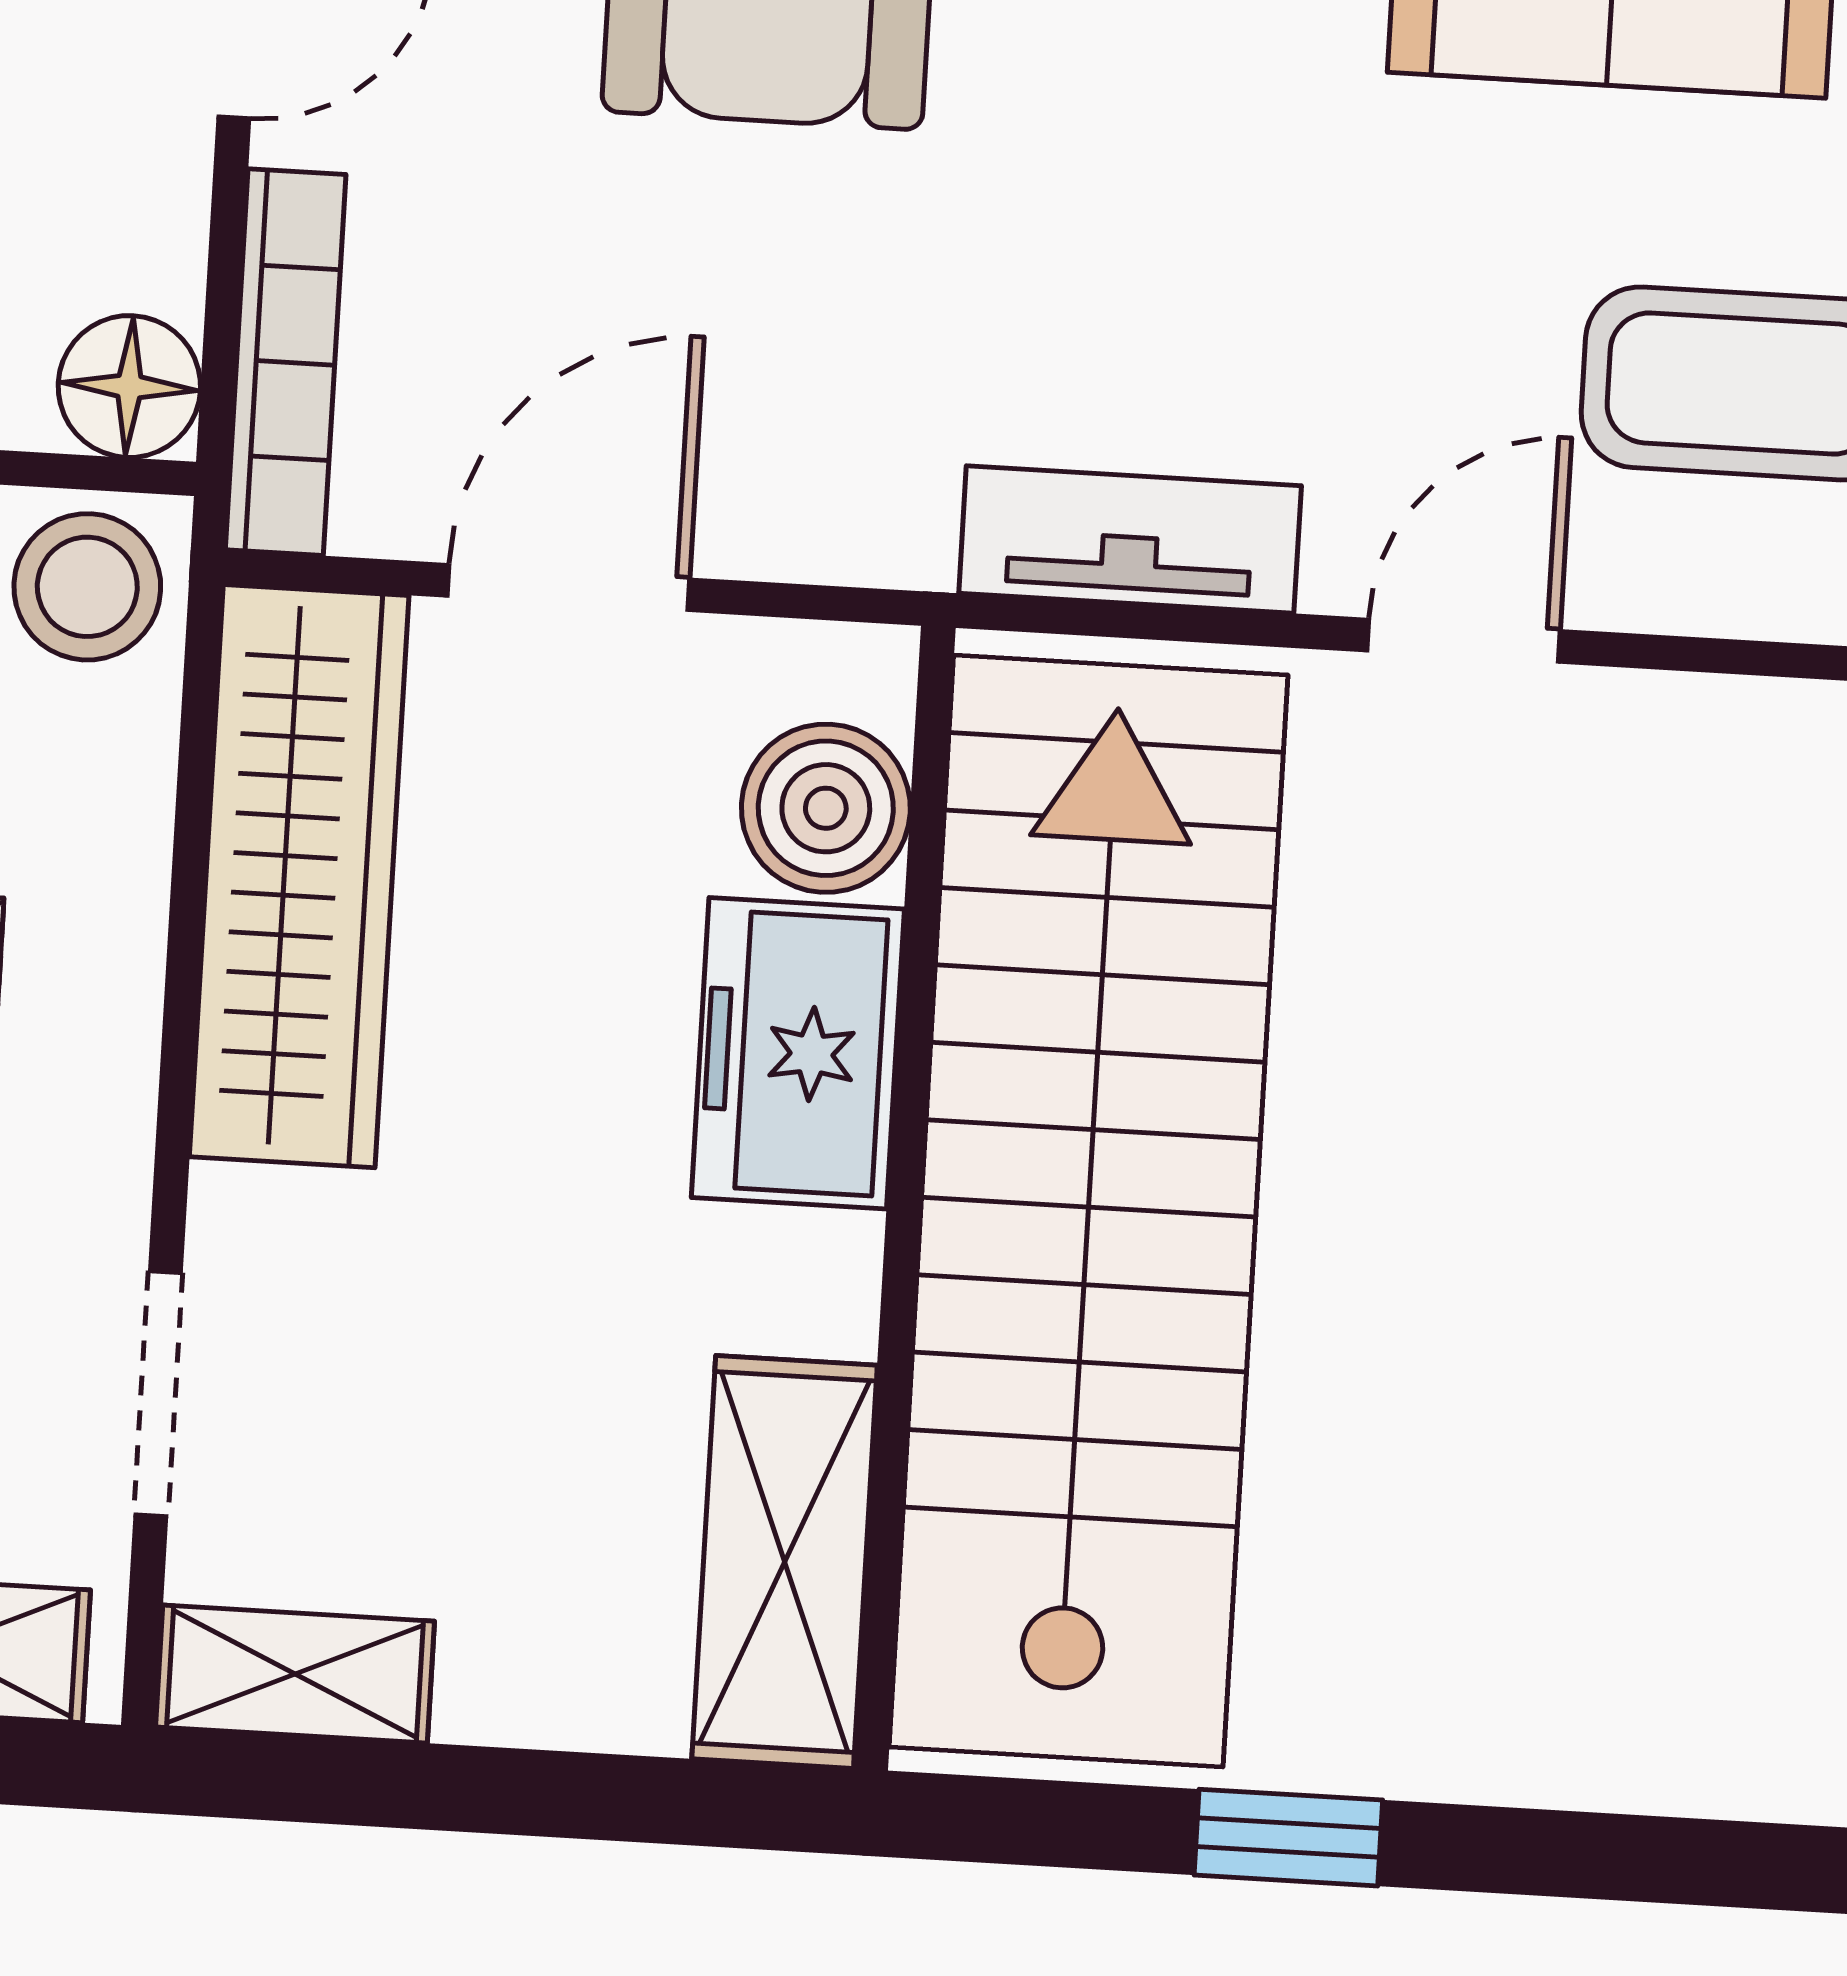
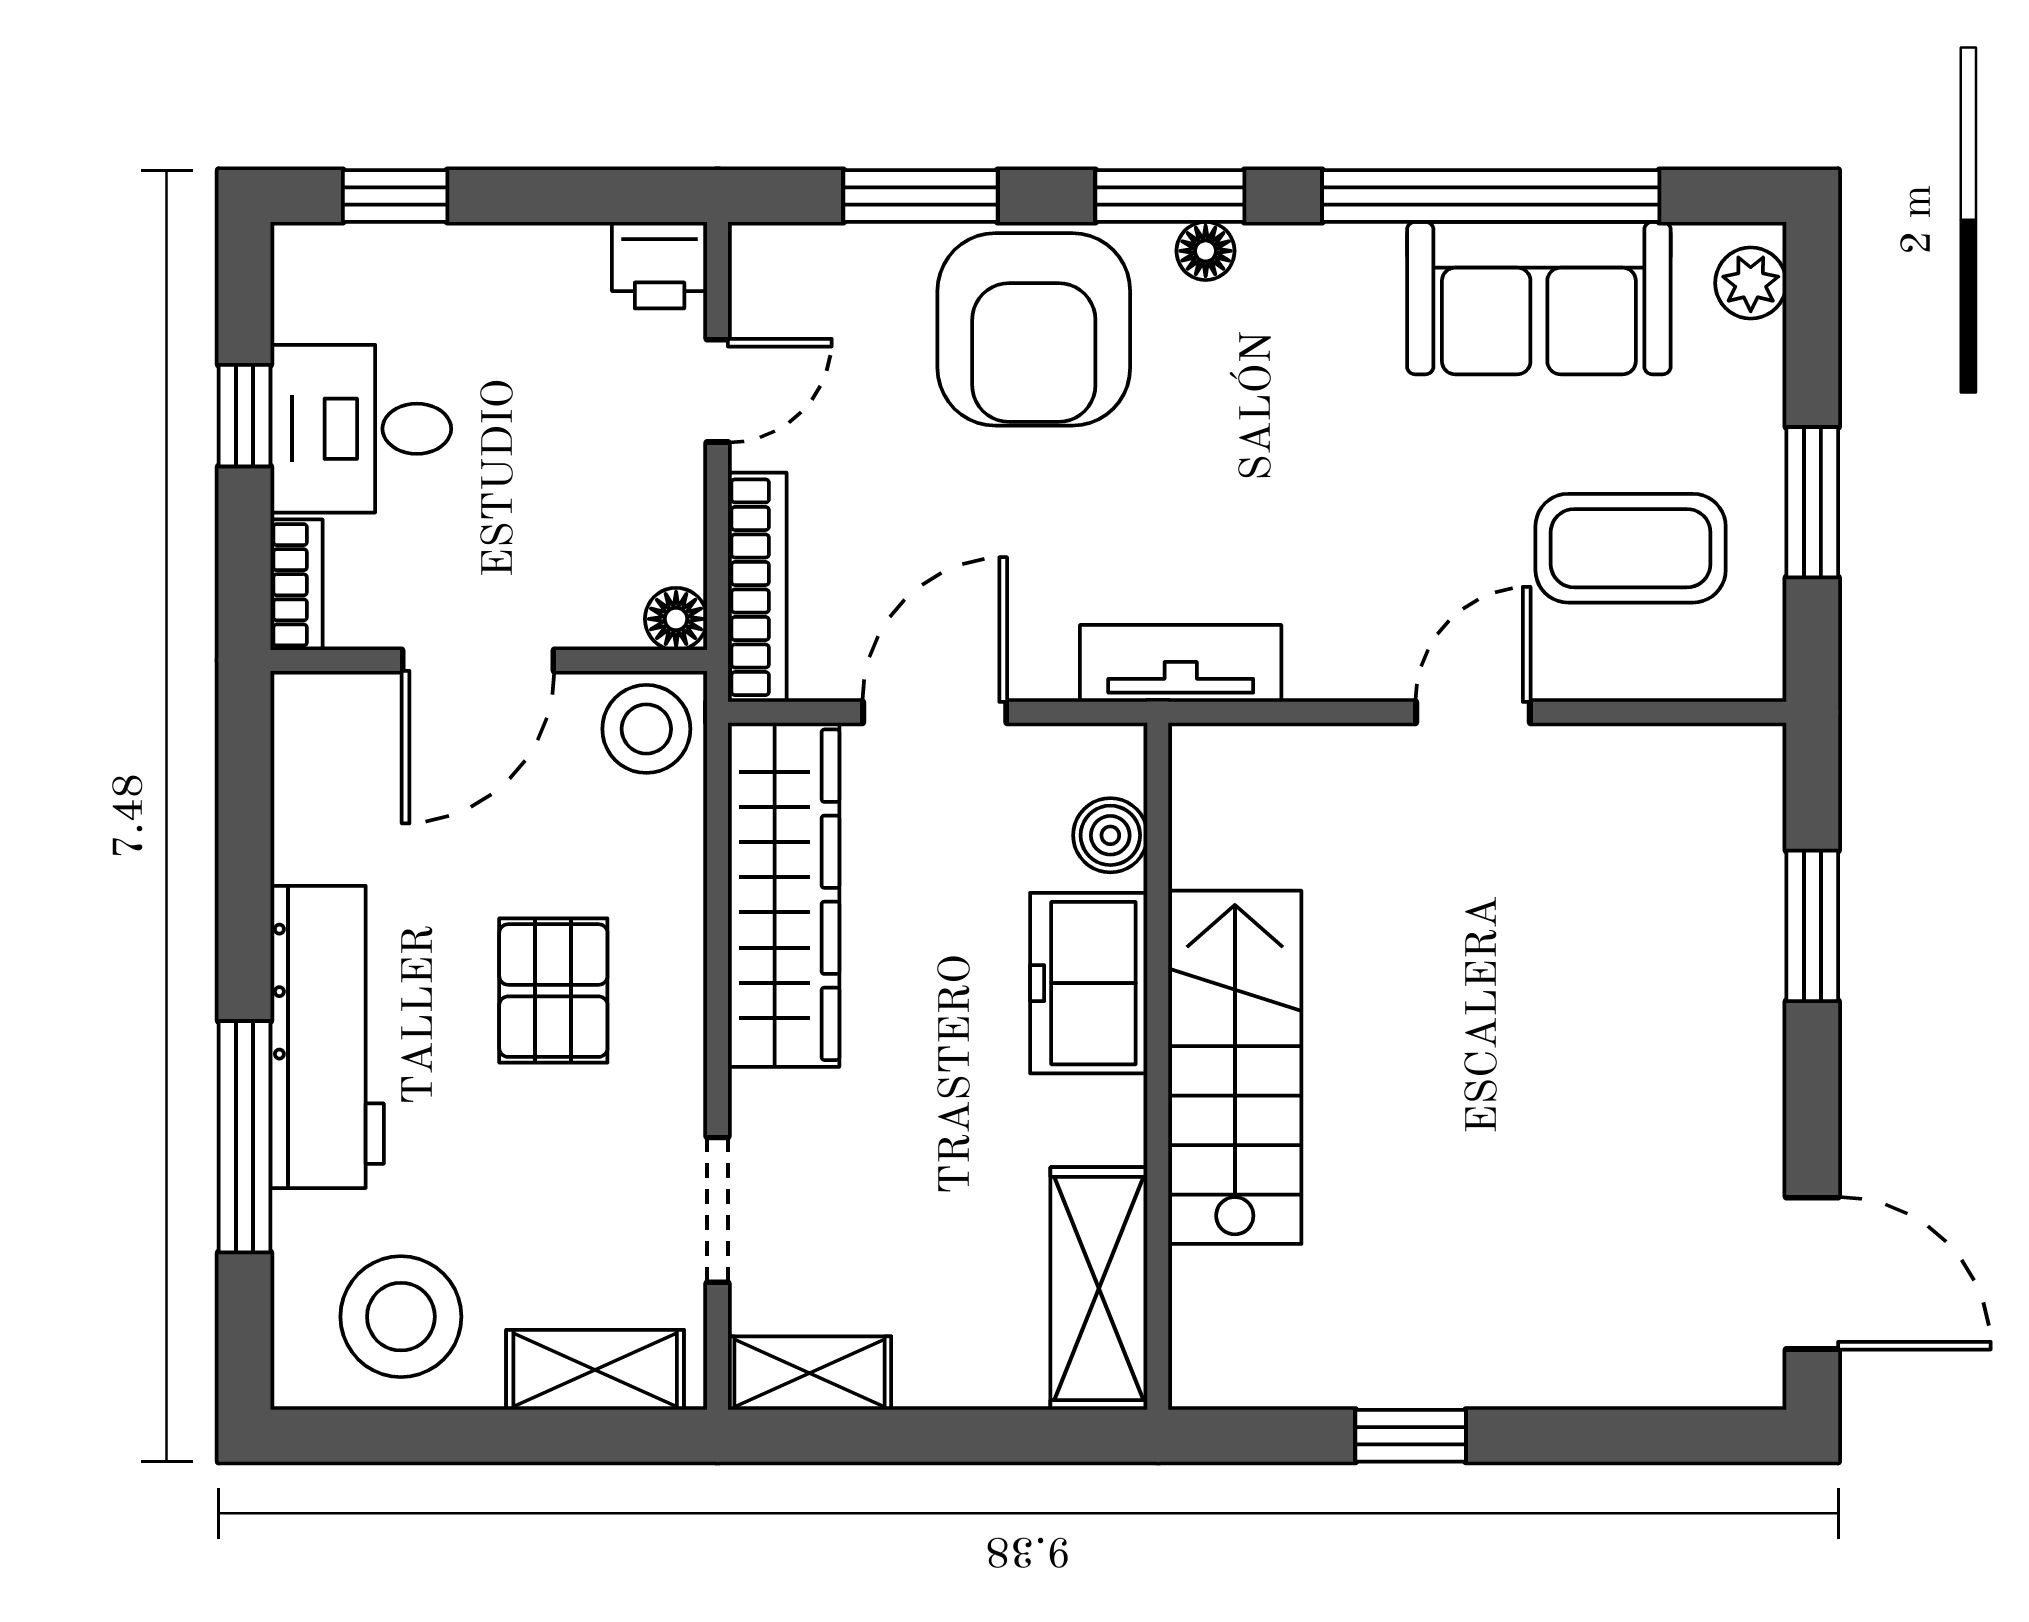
floor lamp: (129, 387) -> (676, 619), width x0.73, depth x0.73
tv unit: (1130, 539) -> (1181, 663), moved
boiler: (826, 808) -> (1110, 835), width x0.73, depth x0.73
stairs: (1088, 1211) -> (1235, 1067), width x0.54, depth x0.66

